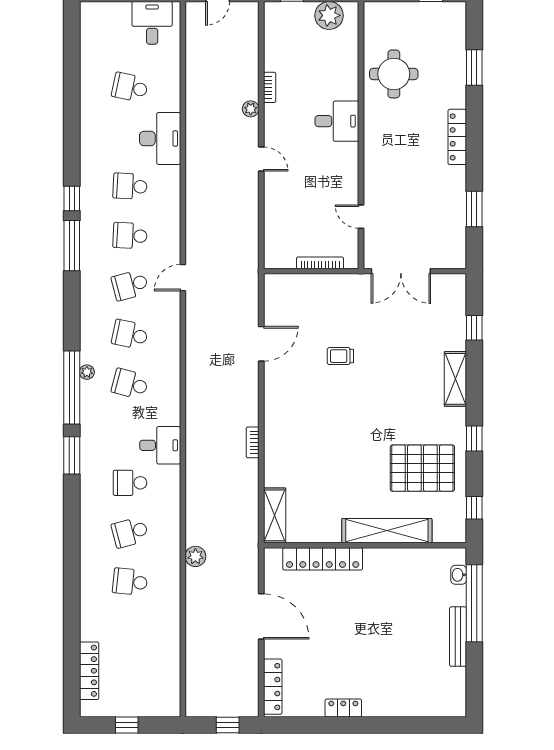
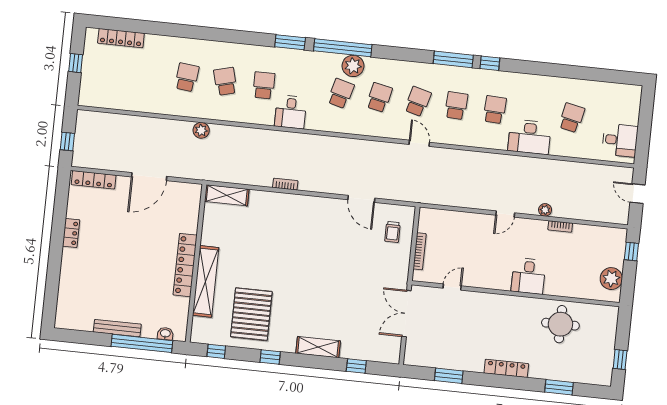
school desk: (130, 285) -> (418, 102), turned 30
trolley: (340, 356) -> (393, 232), moved, turned 180
plant: (87, 372) -> (353, 66), width x1.87, depth x1.87
locker: (323, 559) -> (185, 265), moved

